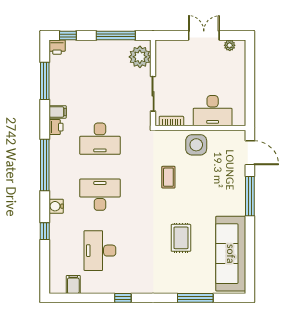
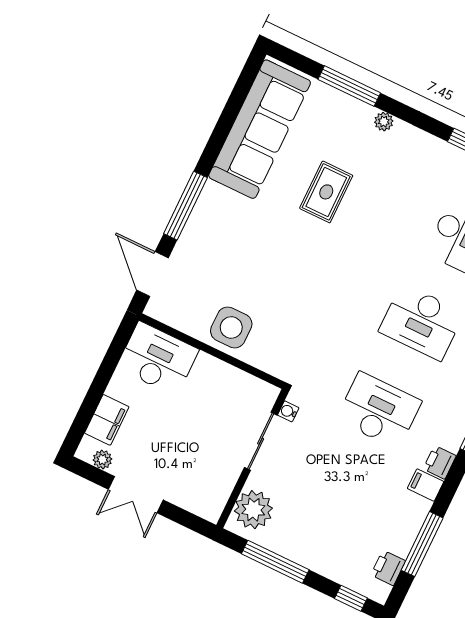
printer: (57, 47) -> (388, 568), moved, turned -90
filing cabinet: (237, 67) -> (107, 420), added
desk: (213, 111) -> (158, 359), moved
water cooler: (146, 116) -> (288, 411), added
bookcase: (171, 121) -> (252, 384), removed
coffee table: (168, 177) -> (300, 297), removed
plant: (169, 288) -> (384, 122), added

